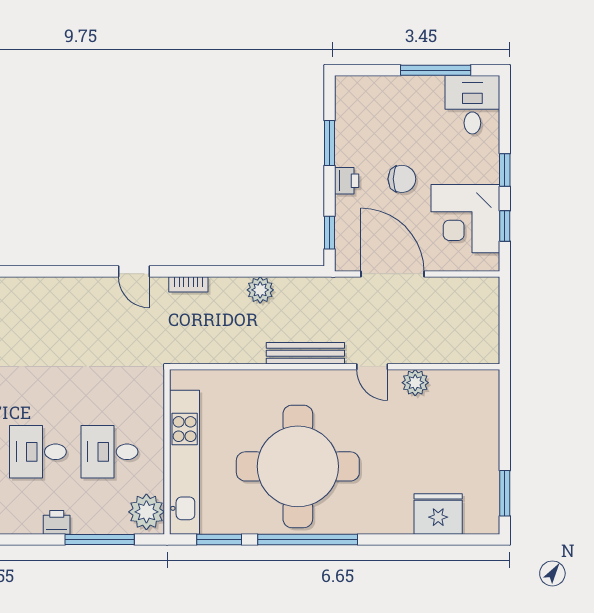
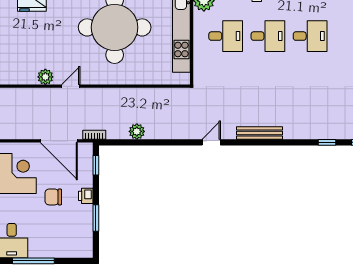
door: (134, 271) -> (211, 142), hinge flipped
bookcase: (188, 284) -> (94, 135), moved
bench: (305, 353) -> (260, 133), moved
door: (372, 367) -> (71, 86), hinge flipped

